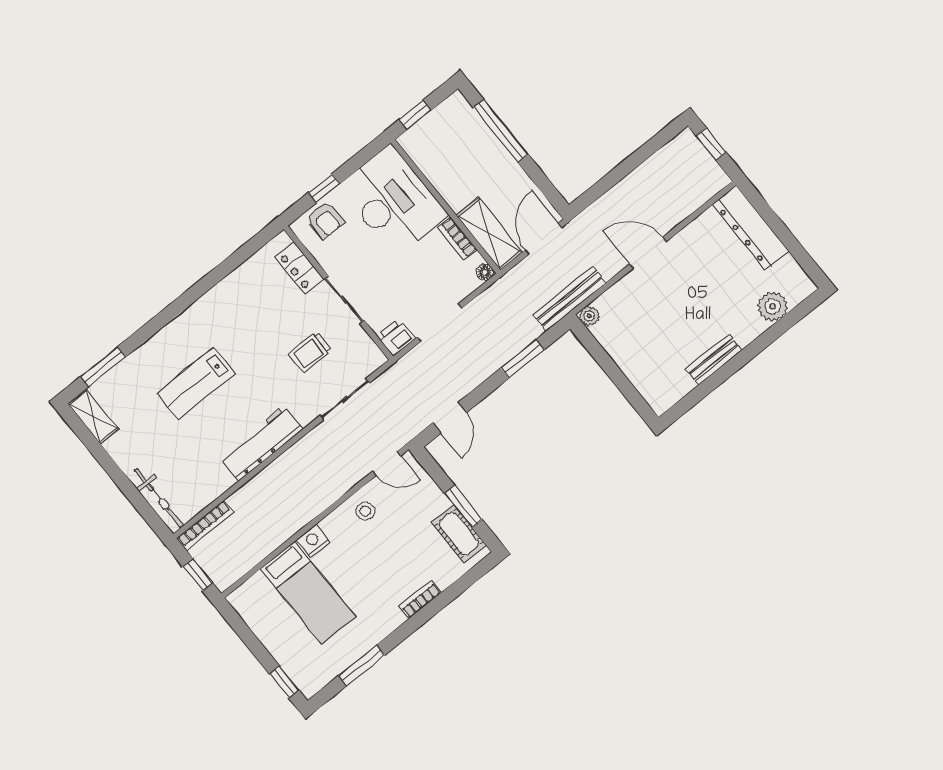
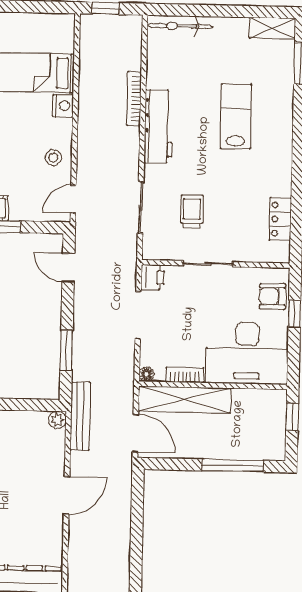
shelving: (489, 234) -> (185, 399), width x1.47
locker: (299, 268) -> (280, 219), moved, turned -90
bookcase: (205, 525) -> (134, 99), moved

